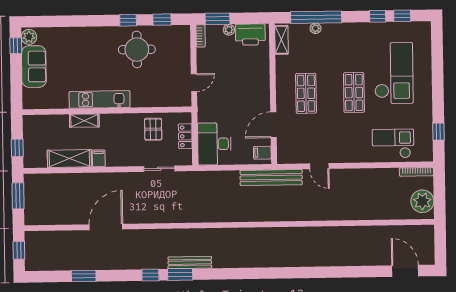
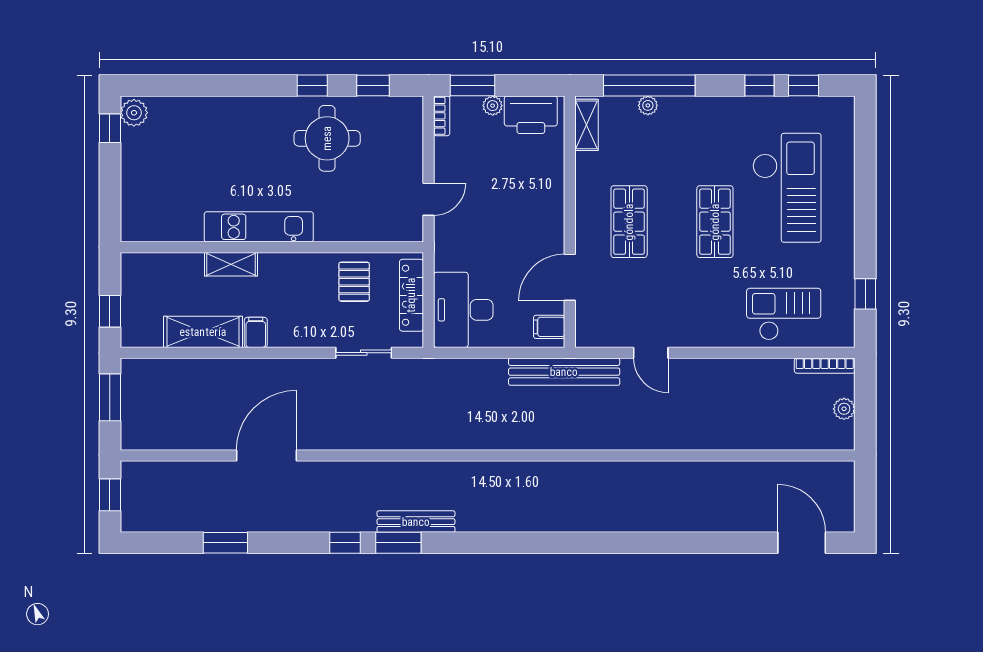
sofa: (34, 67) -> (142, 166), removed
locker: (185, 136) -> (411, 295), width x1.53
plant: (422, 201) -> (844, 409), width x0.53, depth x0.53

